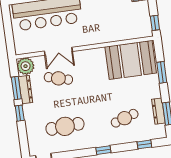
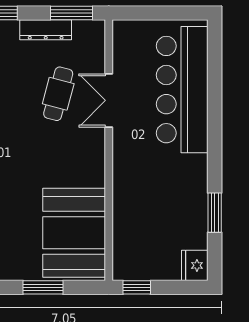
plant: (26, 66) -> (89, 36), removed
window: (16, 88) -> (71, 13), moved

